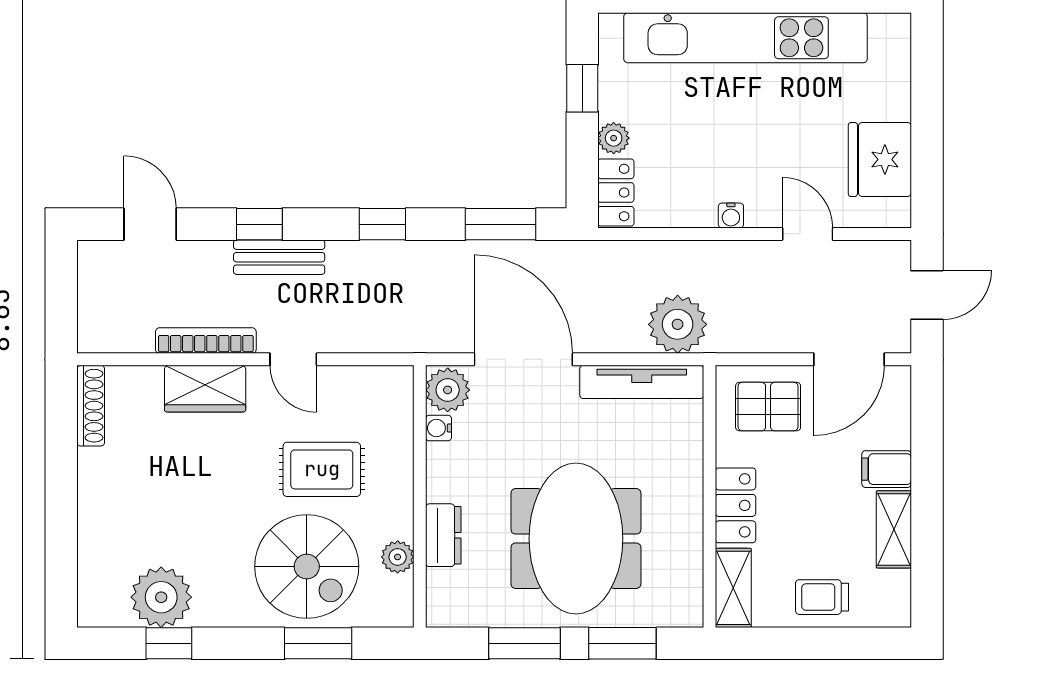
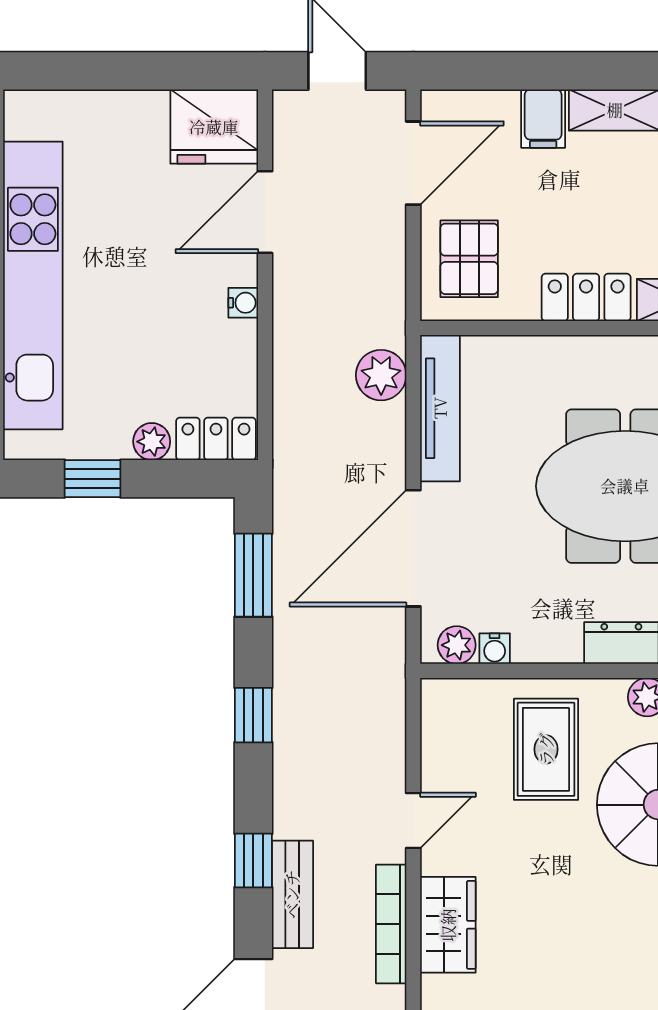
fridge: (880, 159) -> (214, 127), moved
door: (808, 234) -> (265, 212), width x1.38
bench: (279, 257) -> (292, 894), moved
plant: (678, 324) -> (381, 375), width x0.73, depth x0.73
door: (849, 359) -> (413, 163), hinge flipped
plant: (448, 390) -> (457, 645), width x0.73, depth x0.73
rug: (322, 469) -> (546, 749), moved

